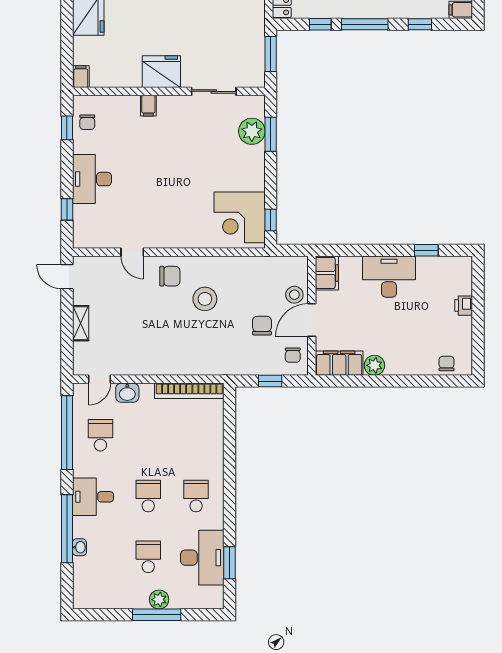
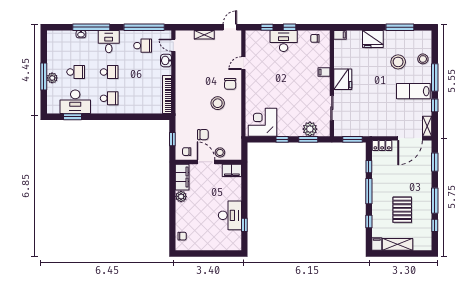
window: (67, 128) -> (289, 27), moved
window: (271, 220) -> (282, 139), moved
desk: (389, 277) -> (230, 215), moved
printer: (464, 306) -> (214, 246), removed

